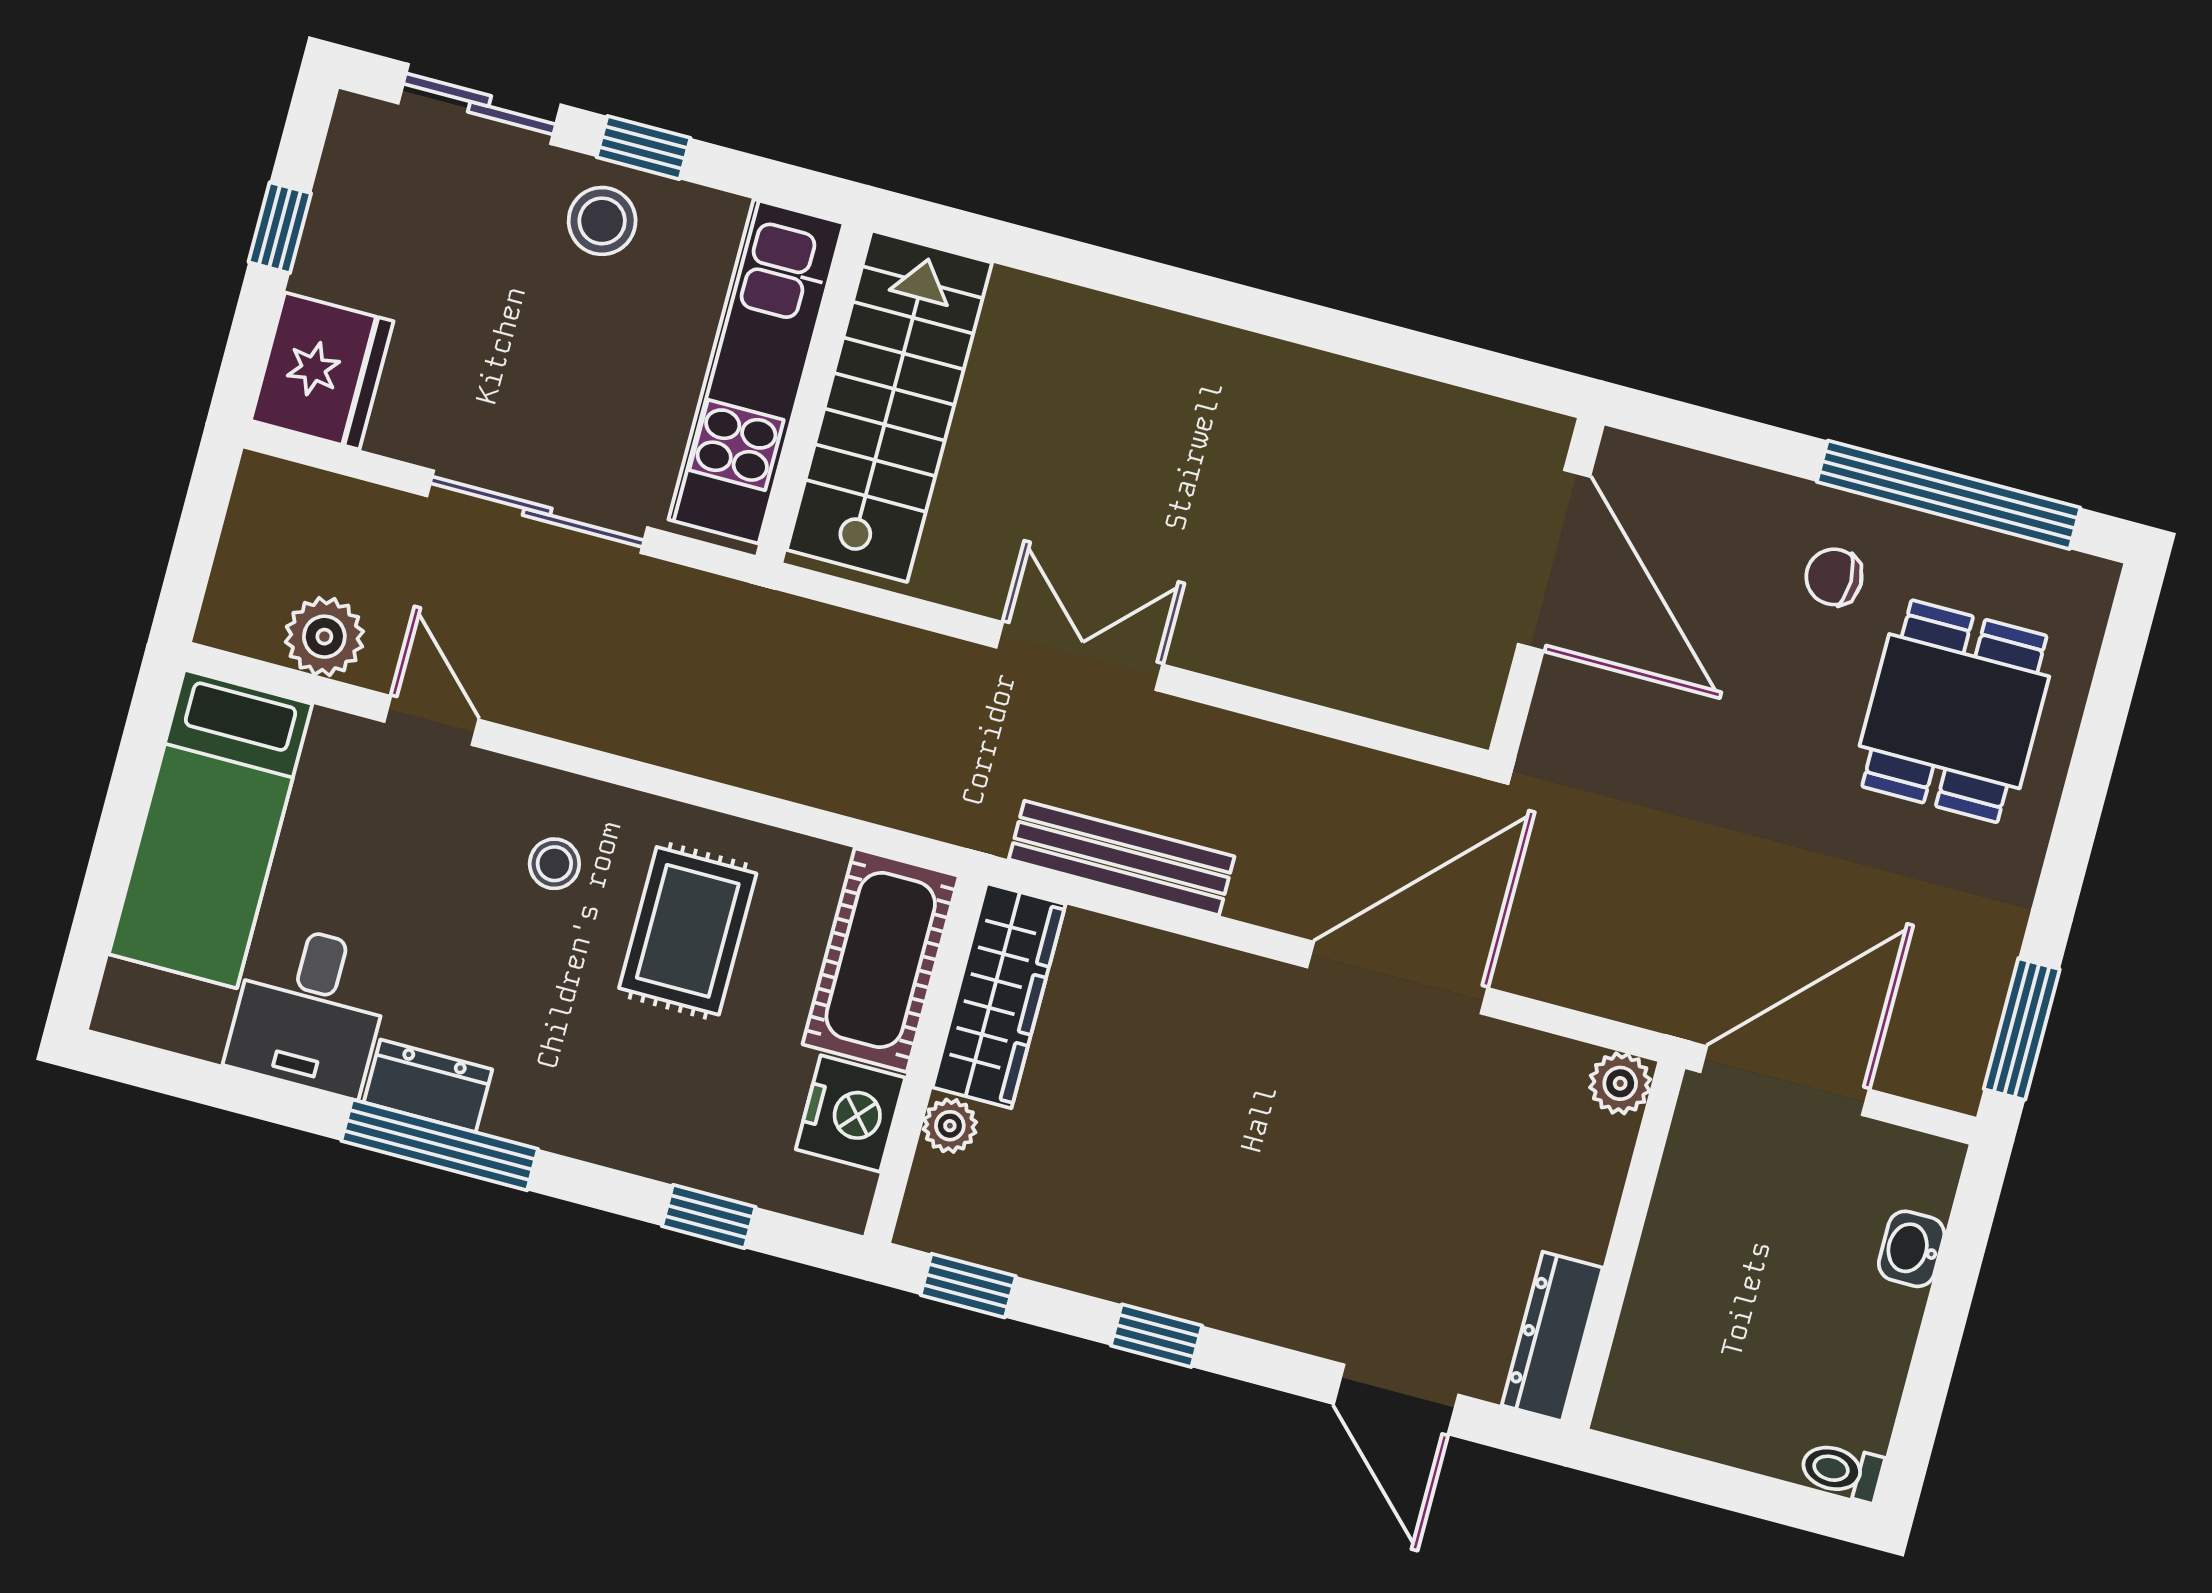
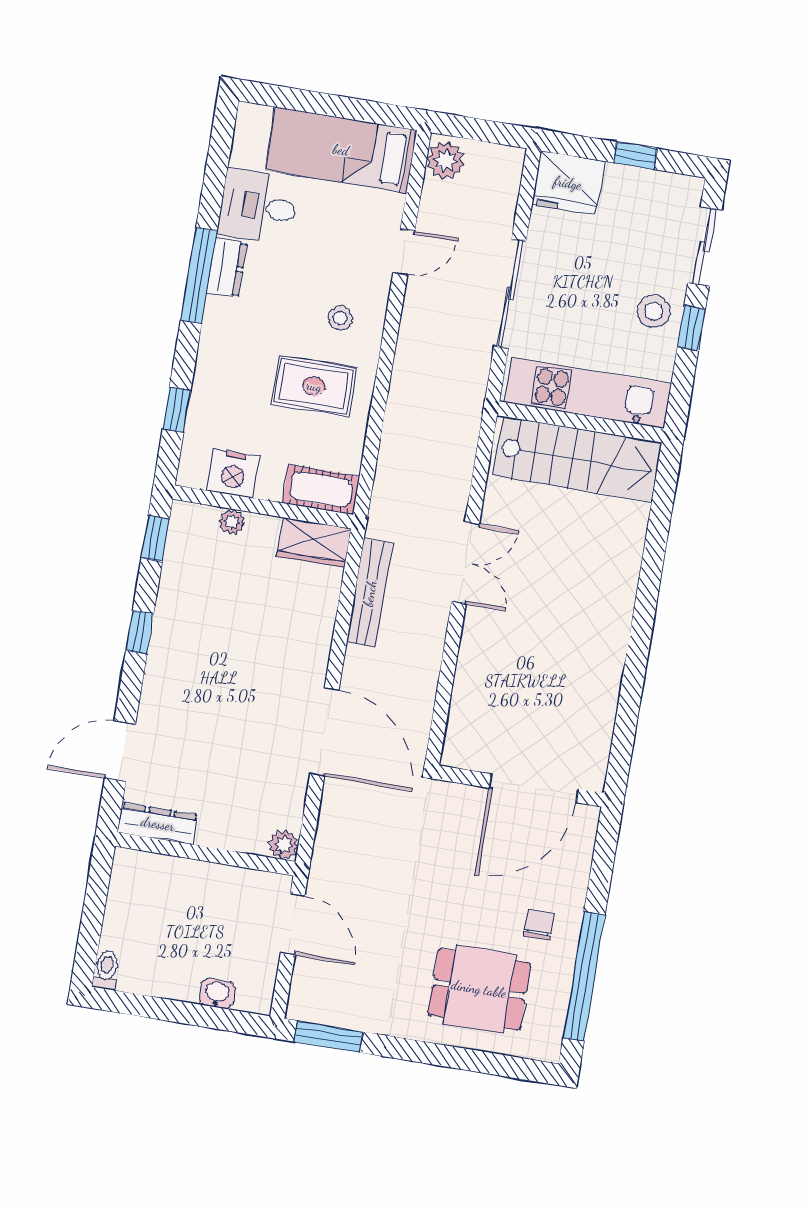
plant: (324, 637) -> (446, 160), moved
cot: (881, 960) -> (321, 490), width x0.73, depth x0.75
wardrobe: (999, 996) -> (314, 543), width x0.67
door: (1785, 1081) -> (293, 924), width x0.73

